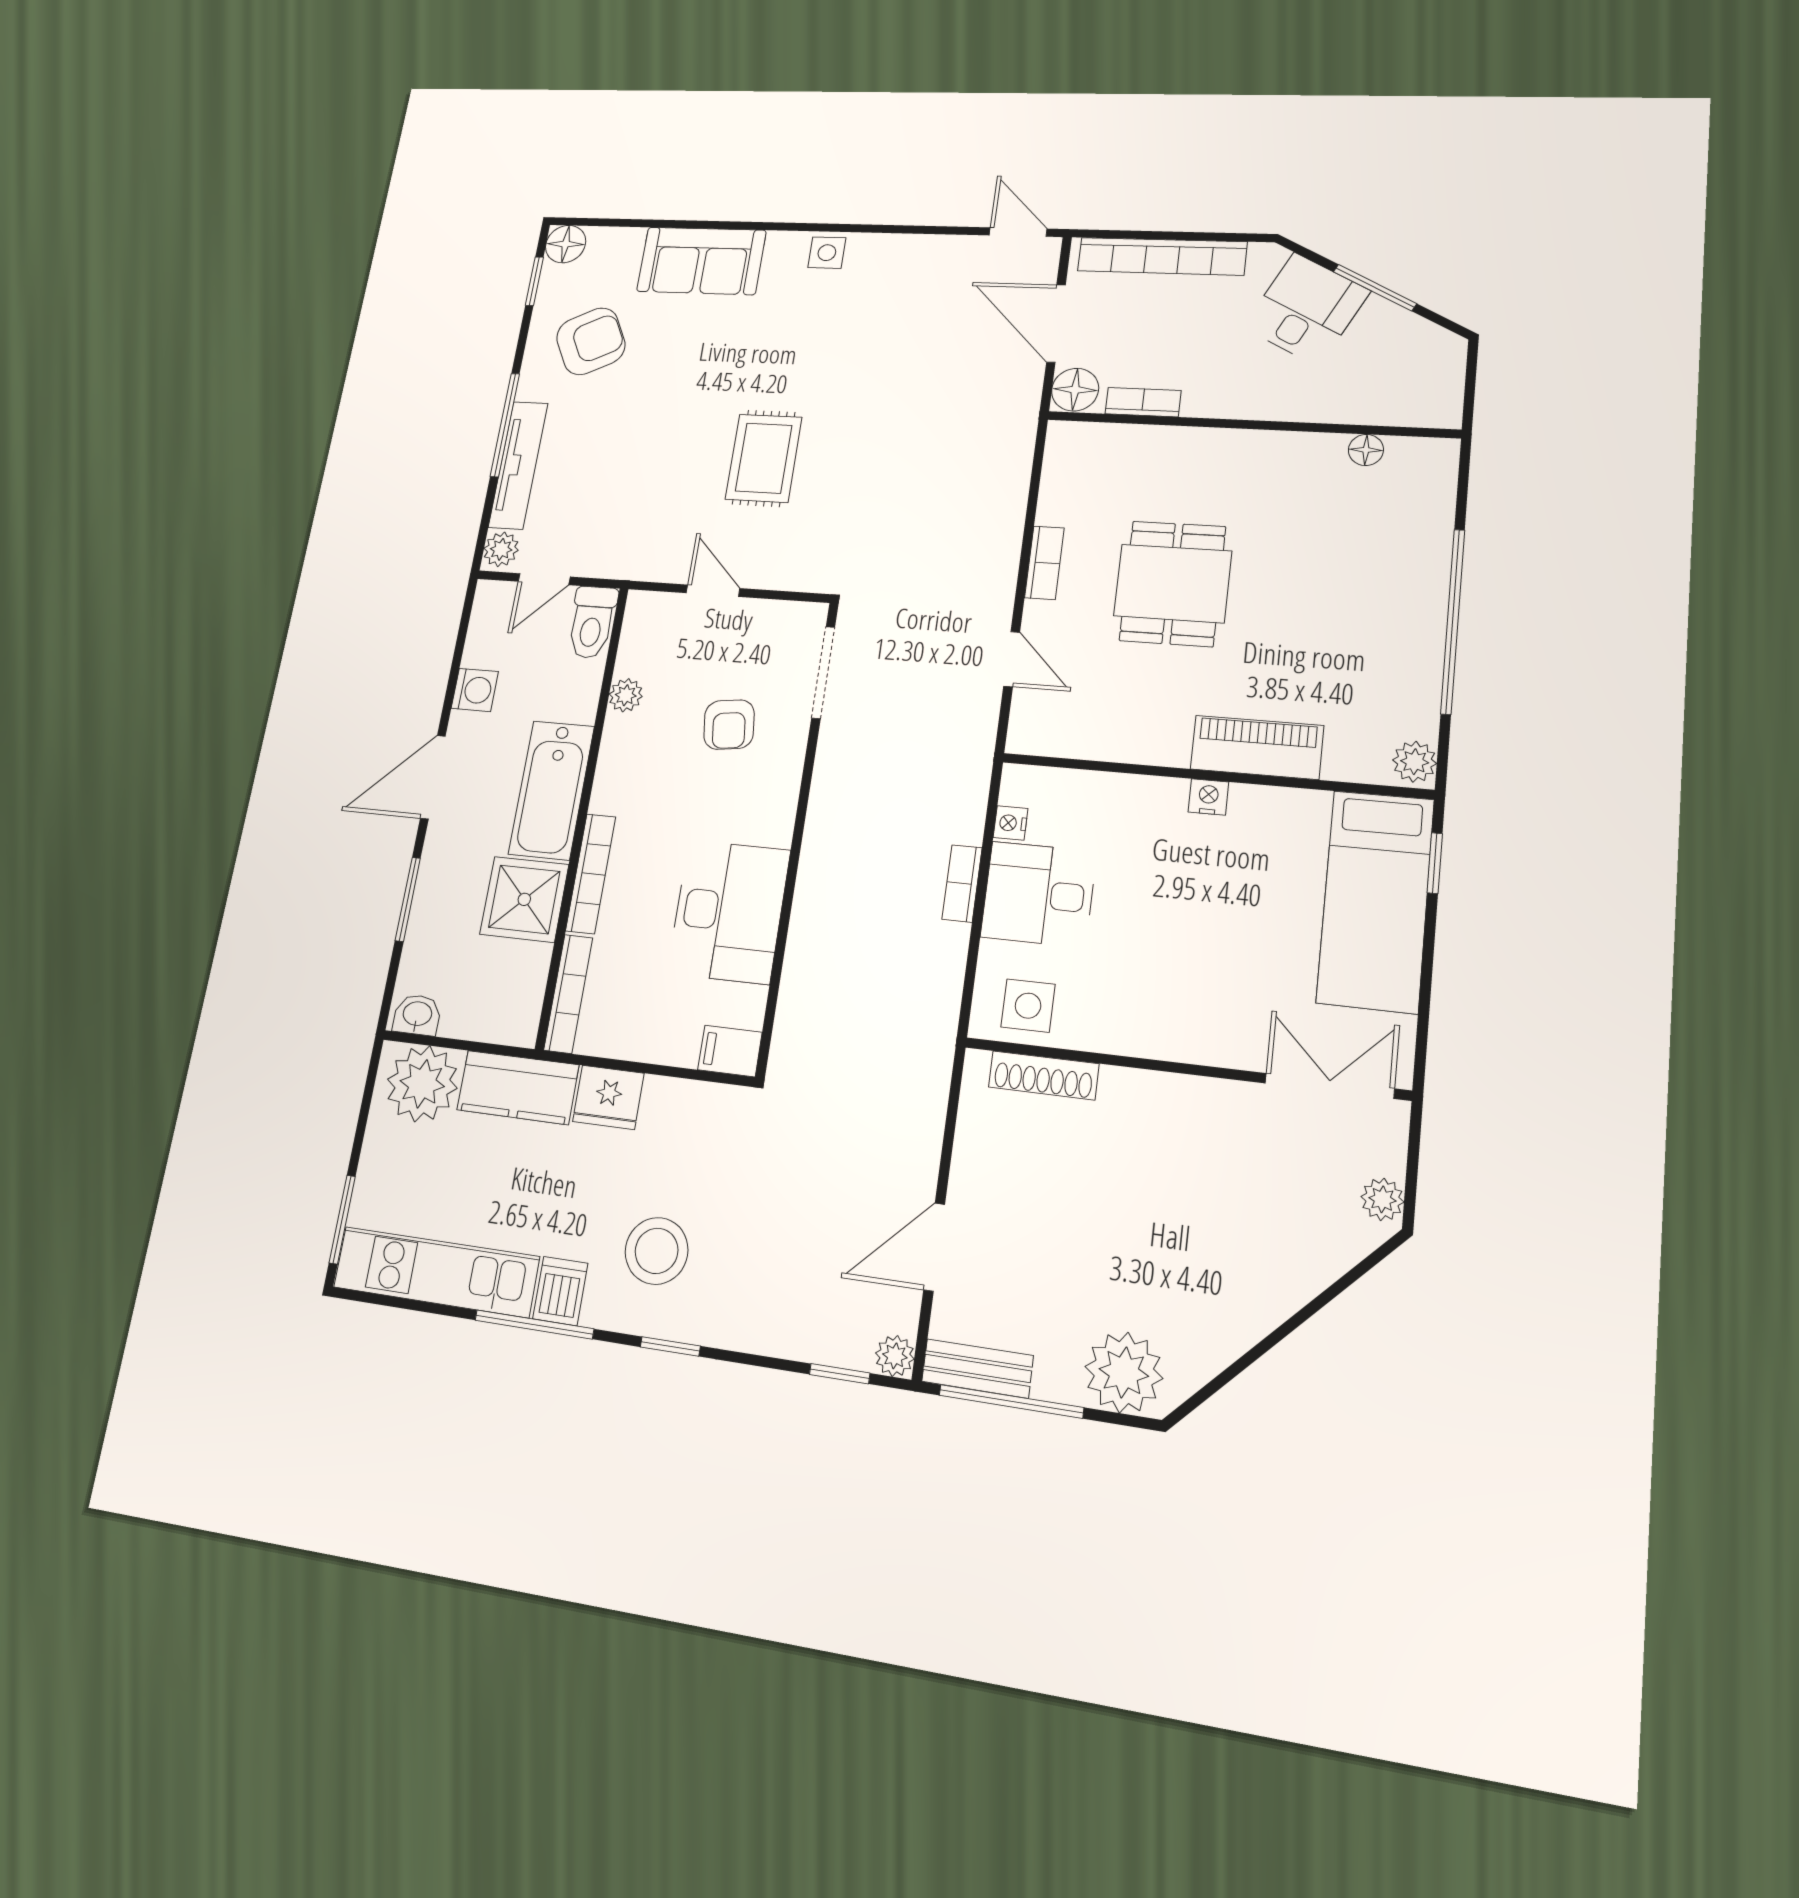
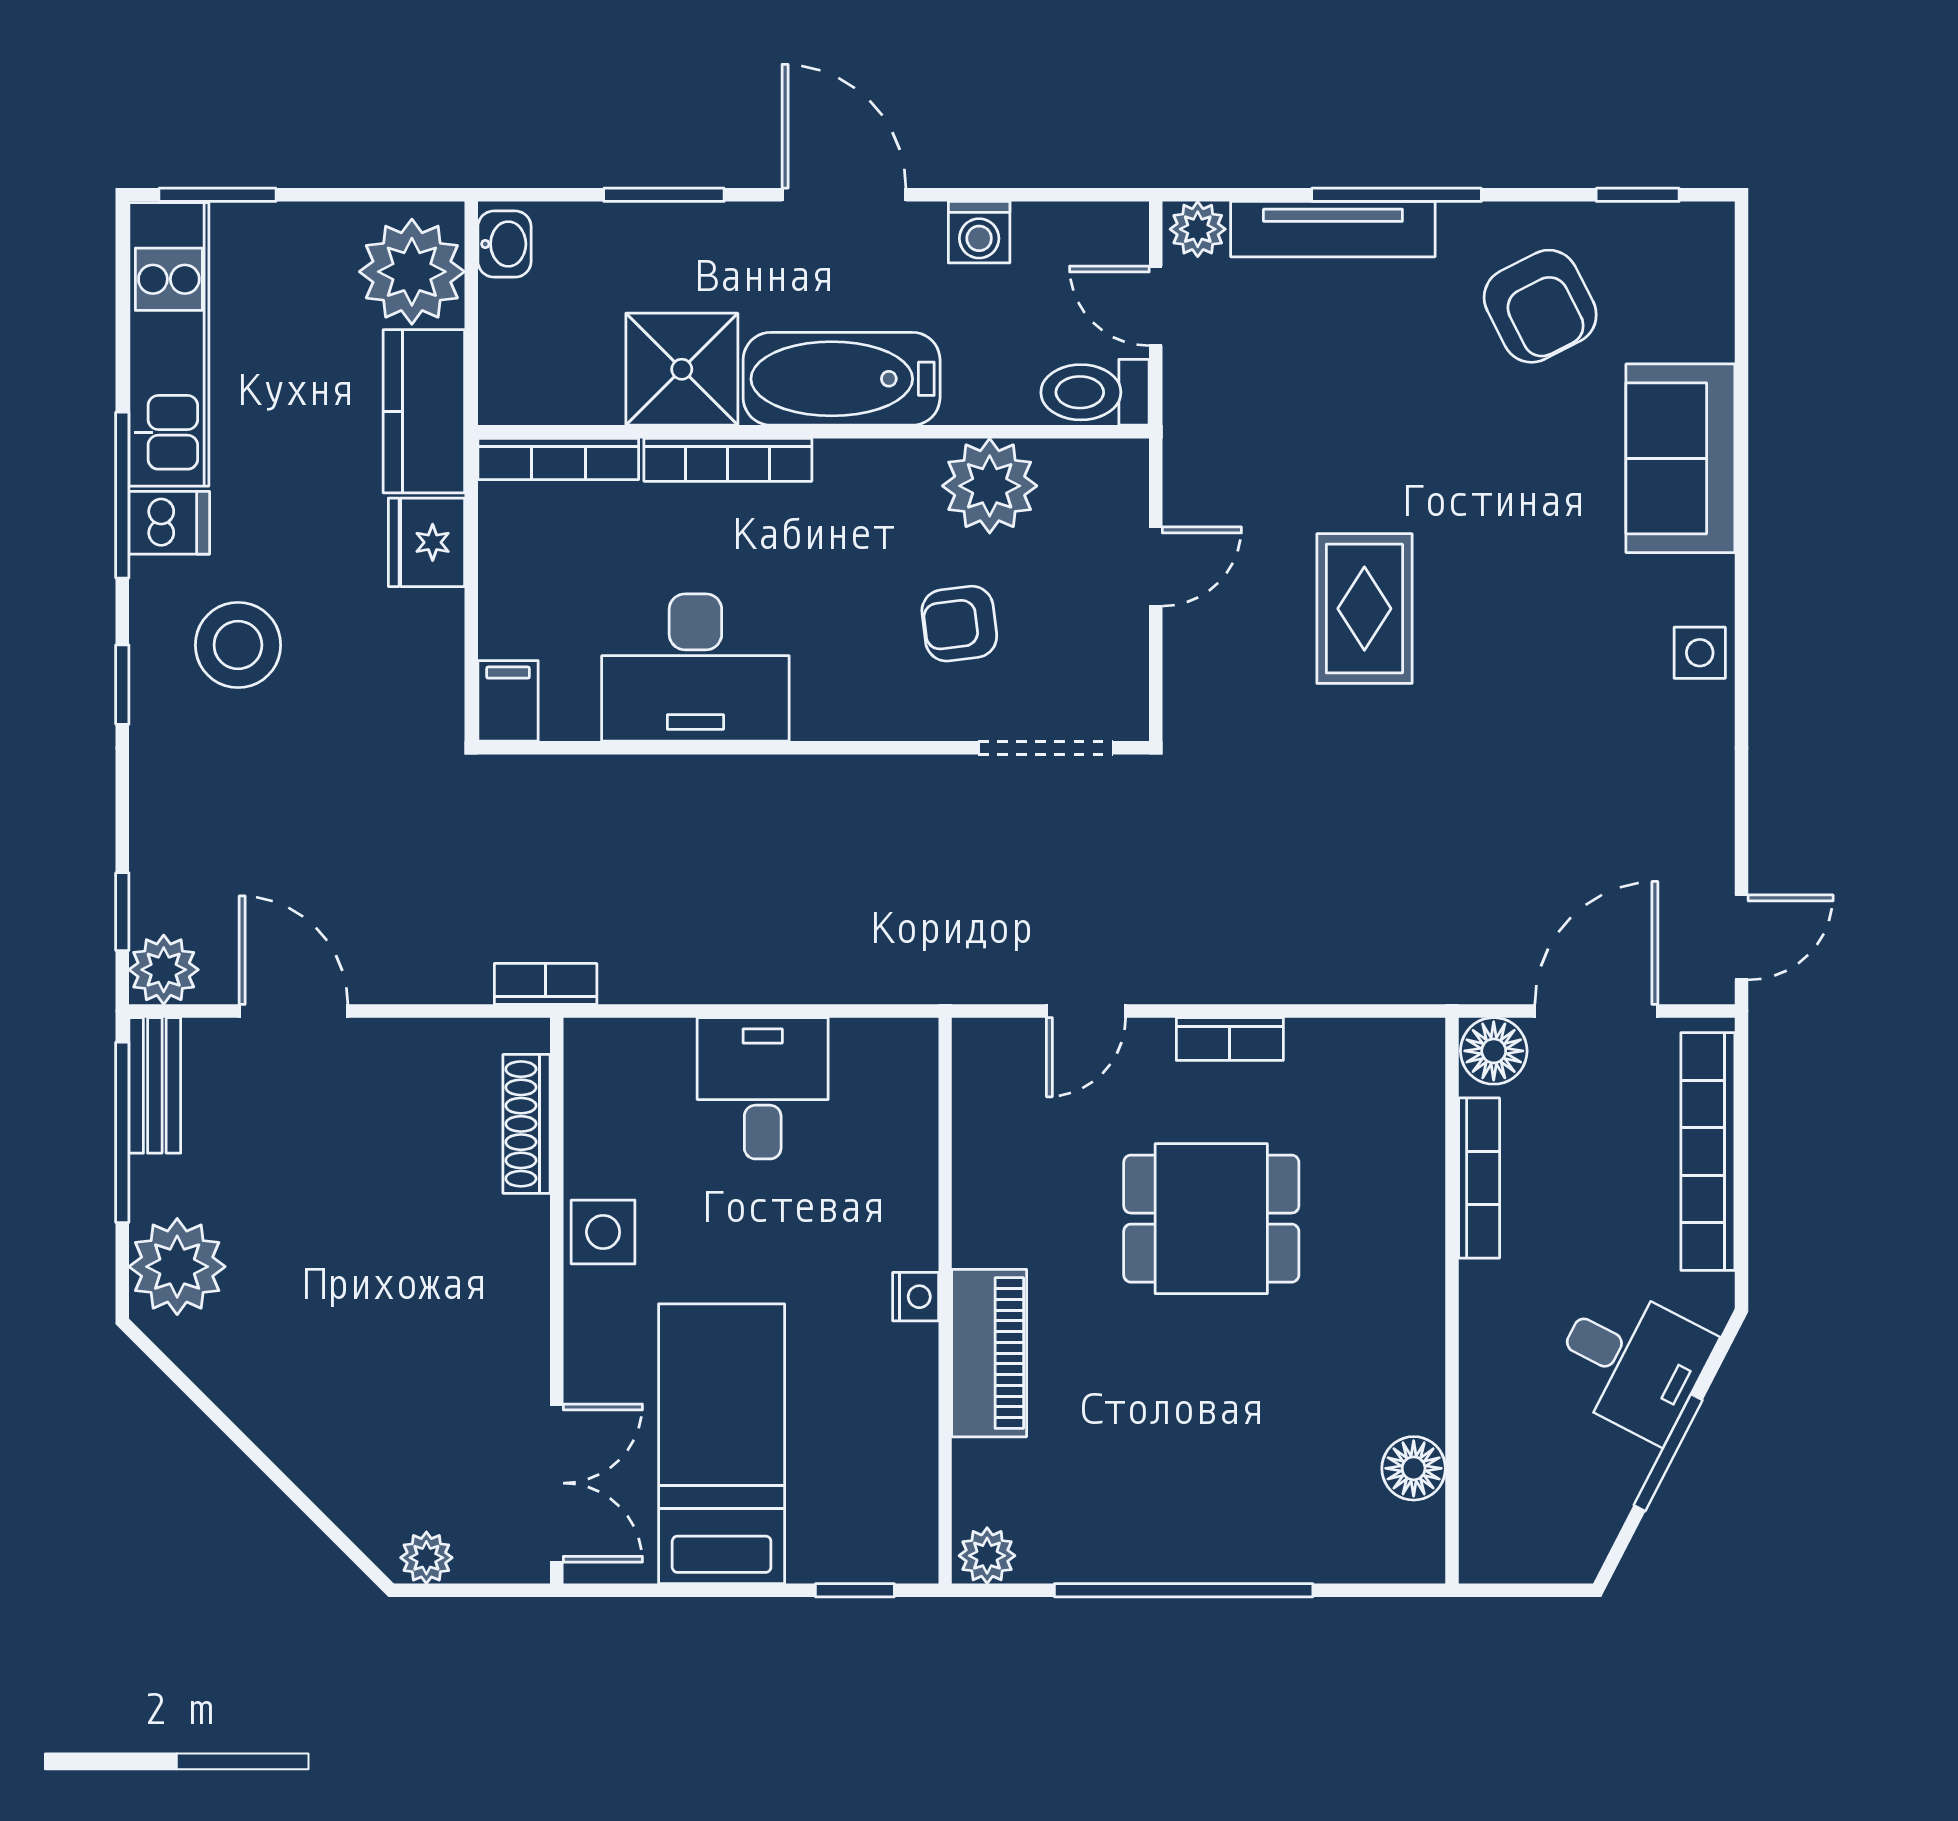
floor lamp: (566, 244) -> (1703, 234), removed
bookcase: (1143, 402) -> (1479, 1178), width x1.56
floor lamp: (1366, 450) -> (1414, 1468), width x1.37, depth x1.37
rug: (764, 458) -> (1364, 609), turned 90
plant: (626, 695) -> (990, 486), width x1.87, depth x1.87
nightstand: (1011, 823) -> (856, 1039), removed
bookcase: (962, 883) -> (546, 984), moved
bed: (1375, 901) -> (722, 1444), moved, turned 90
side table: (1028, 1006) -> (603, 1232), moved
plant: (895, 1356) -> (164, 970), width x1.38, depth x1.38

